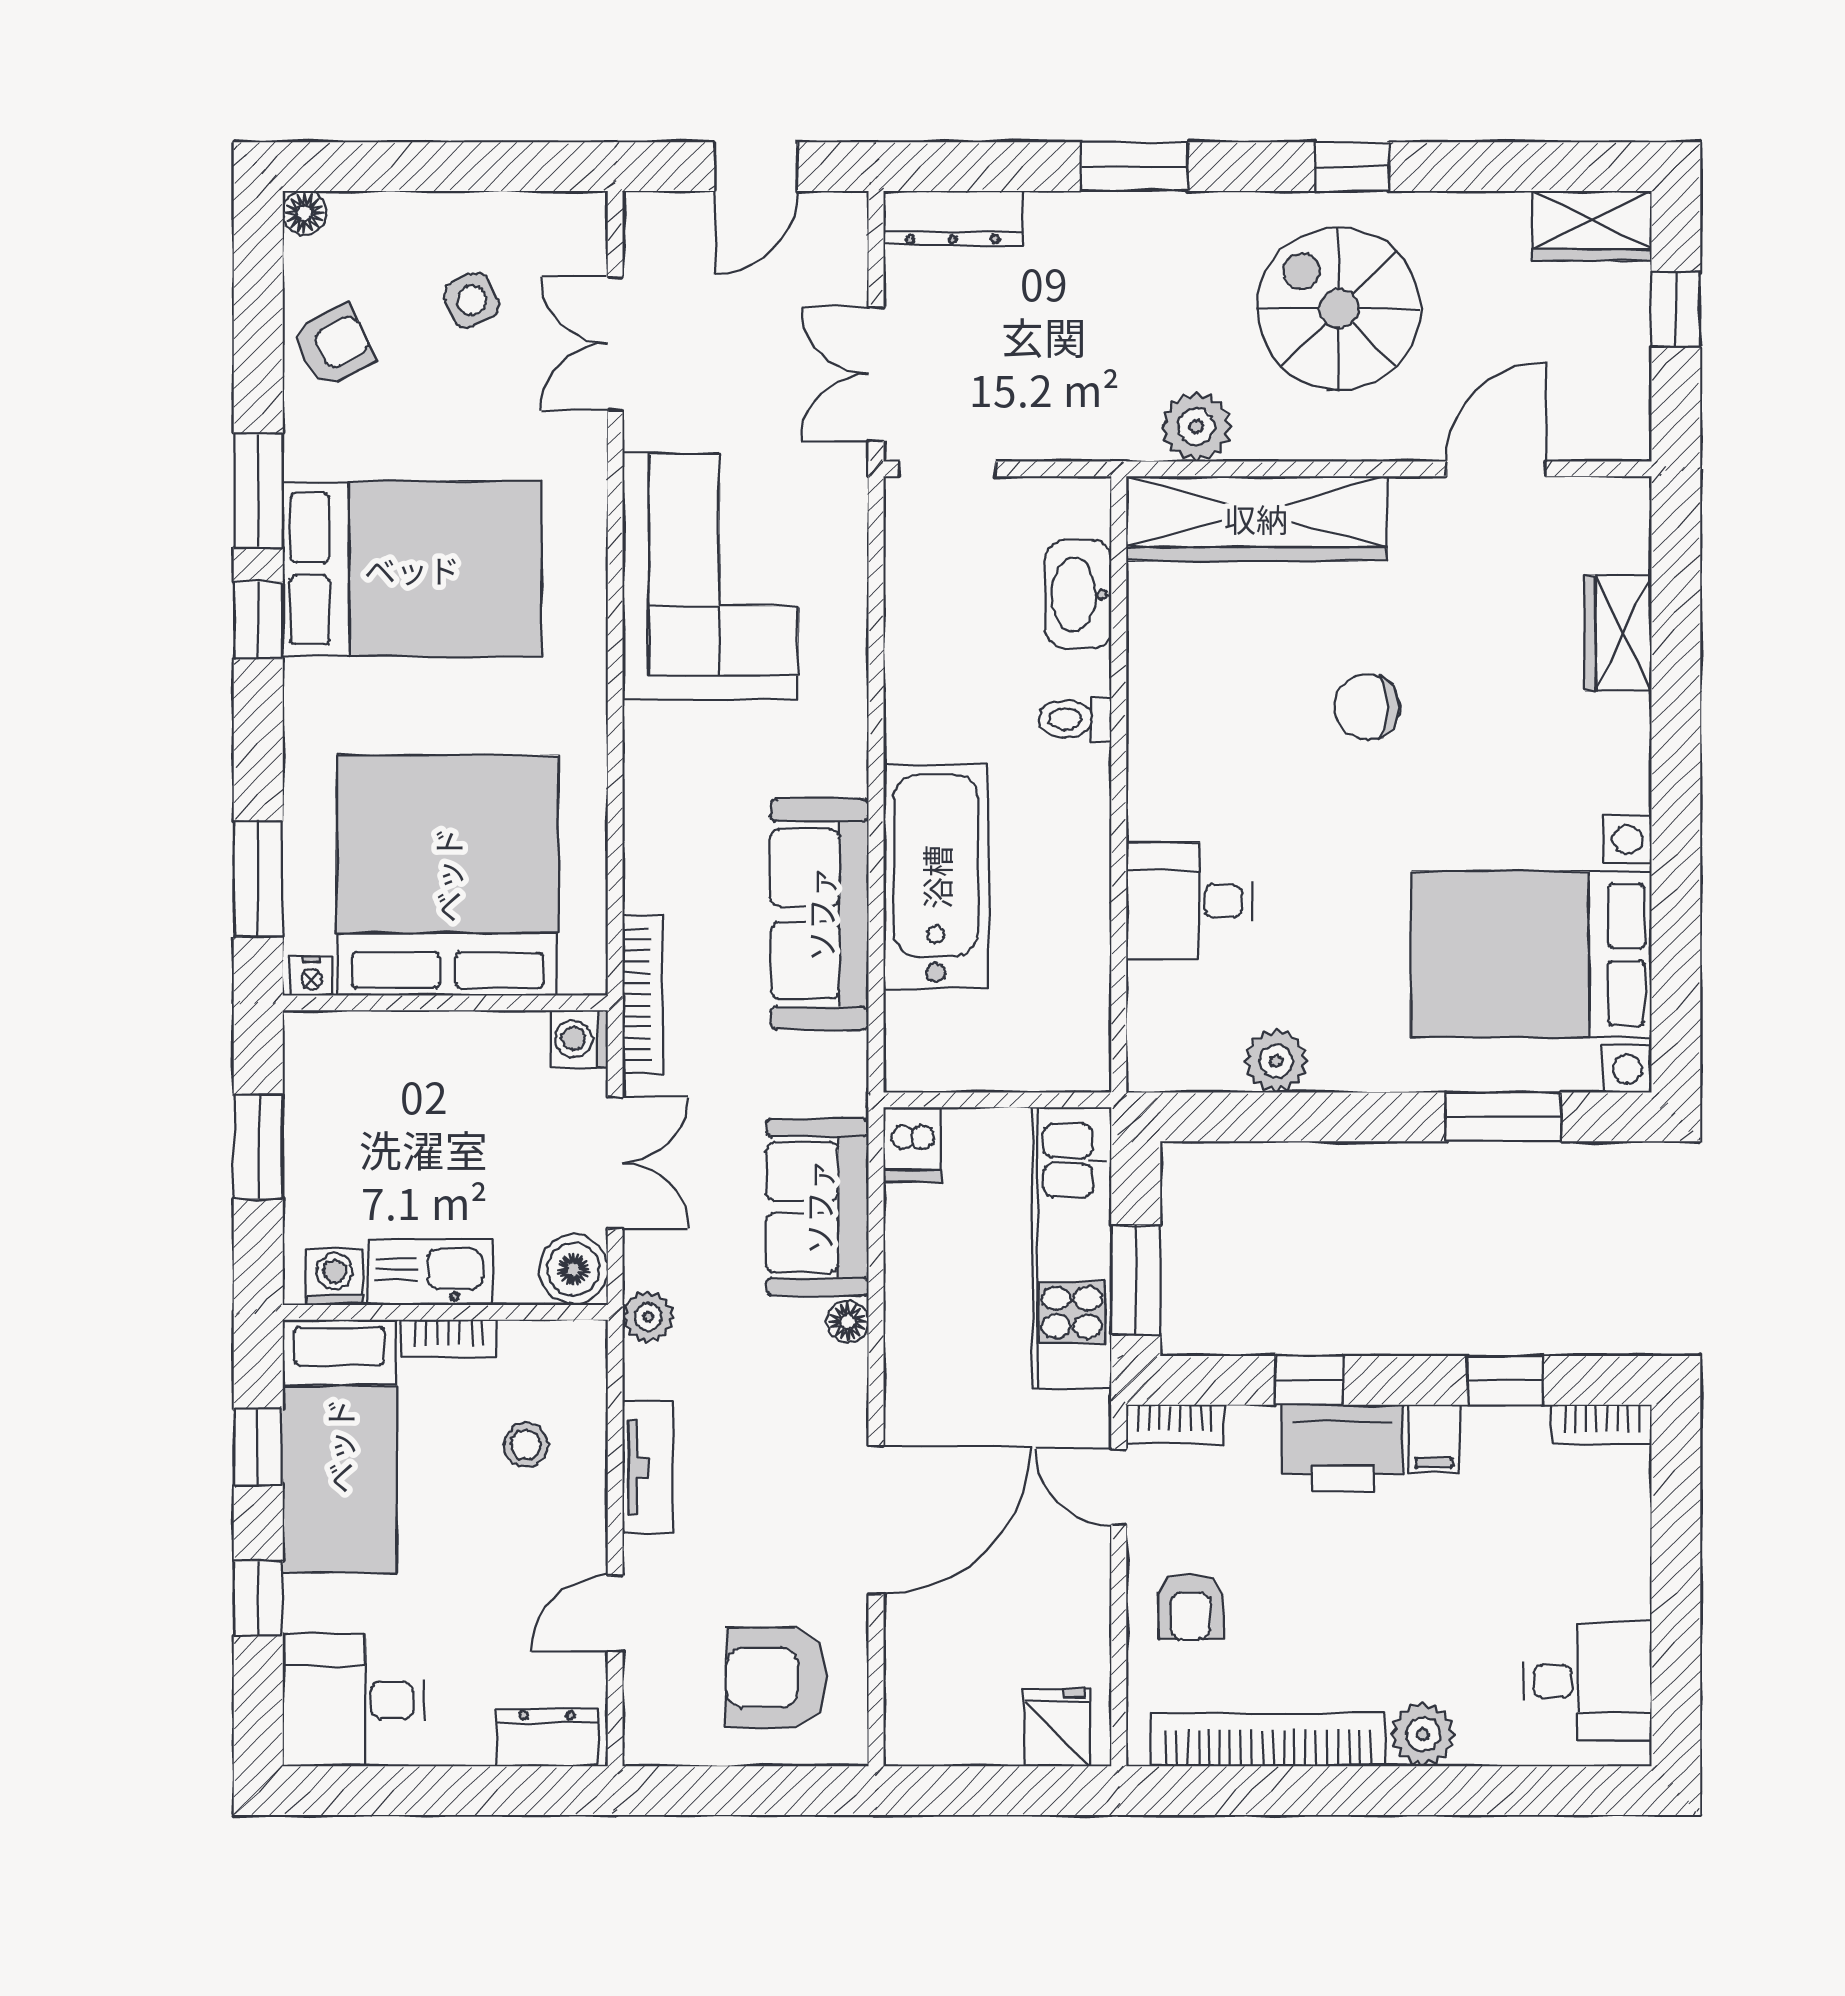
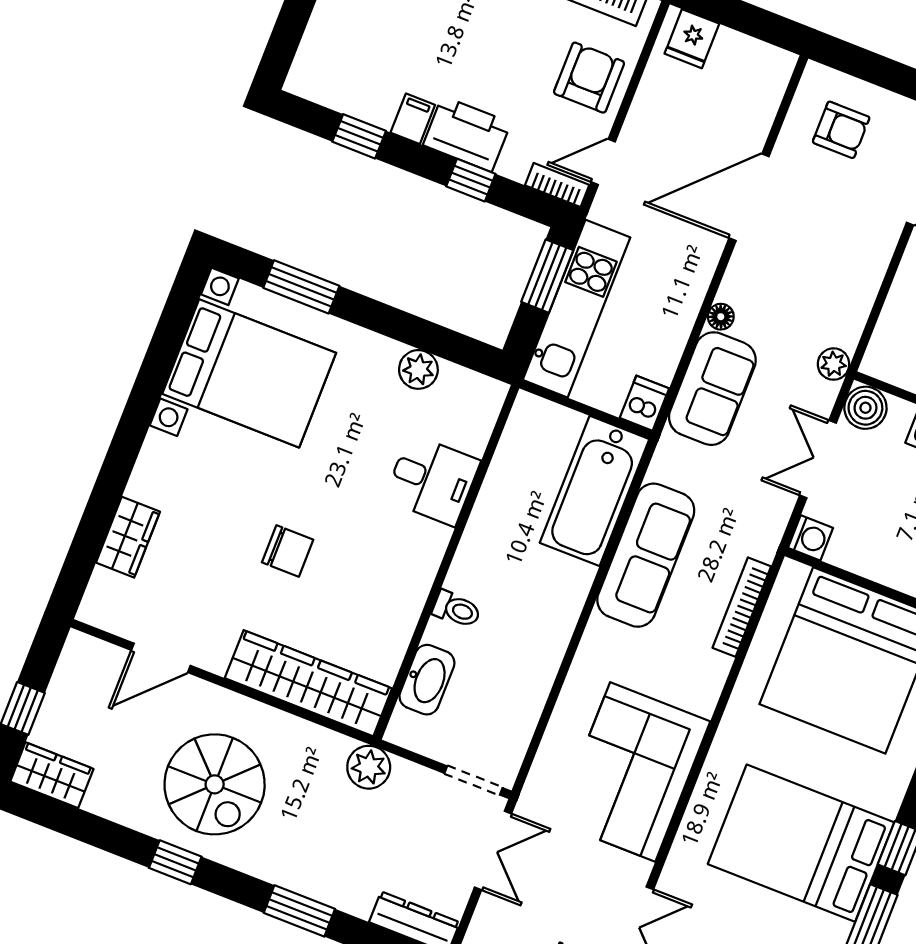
plant: (1196, 427) -> (369, 767), moved
bathtub: (936, 877) -> (595, 491), moved
bookcase: (643, 994) -> (742, 607), moved
bookcase: (1602, 1425) -> (314, 90), removed
tv unit: (647, 1467) -> (868, 278), removed
door: (1119, 1487) -> (603, 162), swing flipped
armchair: (1191, 1607) -> (589, 78), width x1.38, depth x1.38
armchair: (776, 1678) -> (841, 130), width x0.72, depth x0.72

